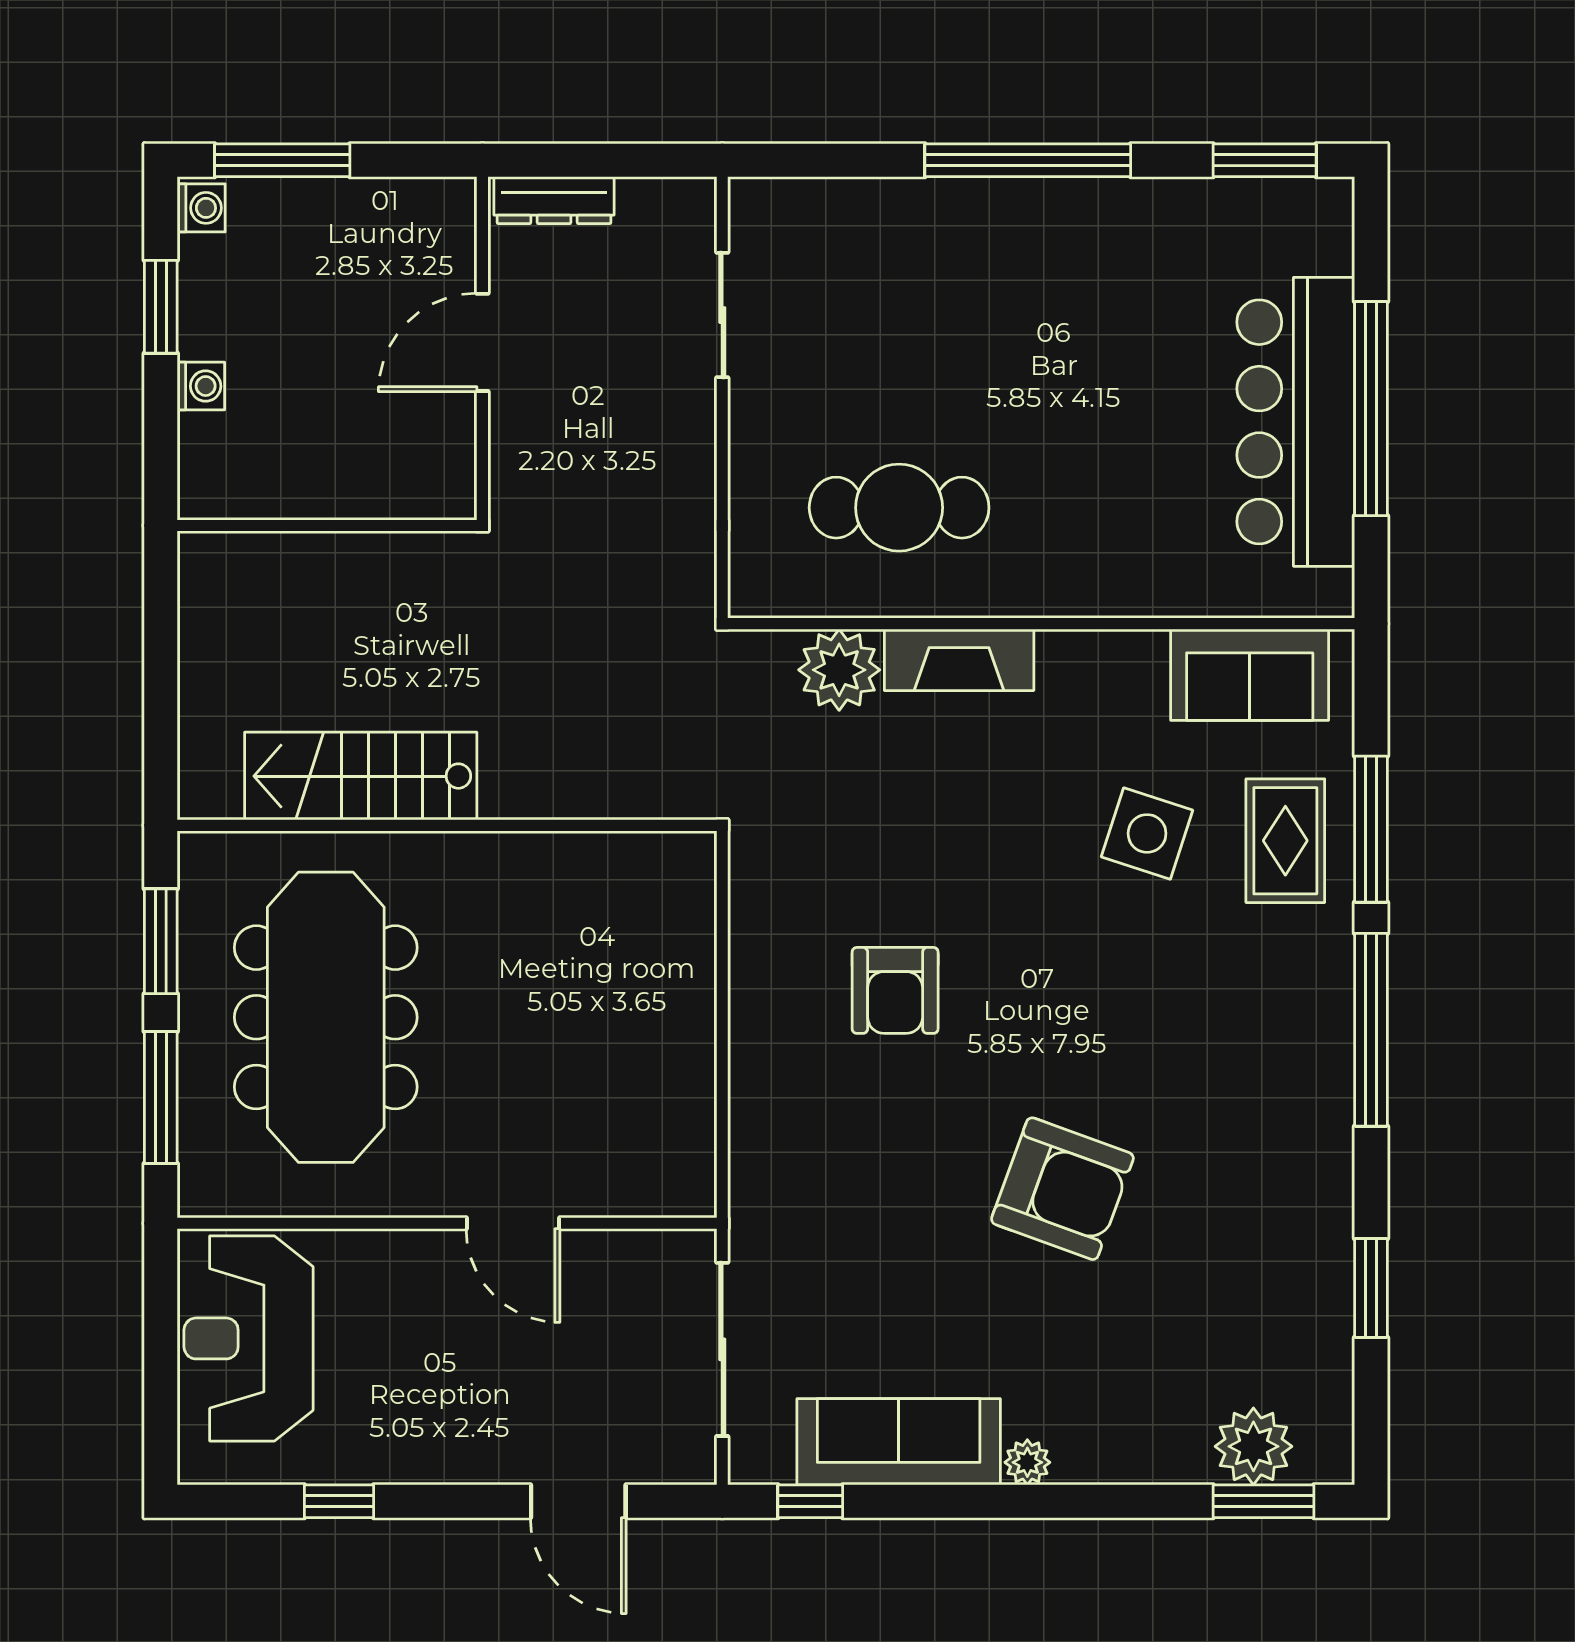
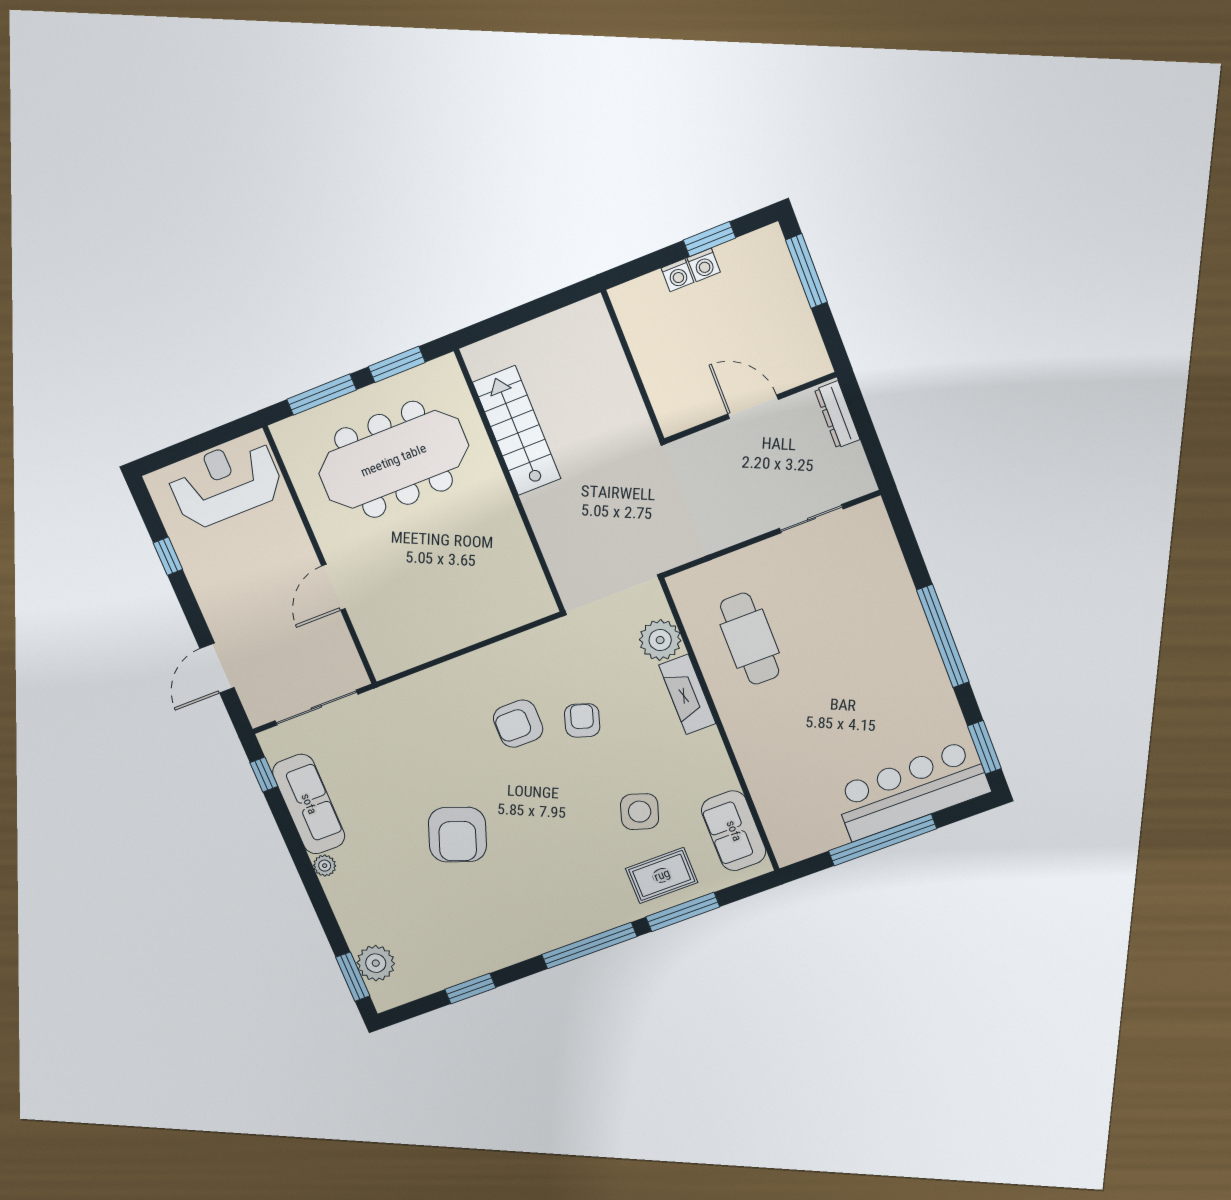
washing machine: (201, 208) -> (704, 265), moved
bar counter: (1296, 422) -> (912, 790), moved
armchair: (934, 871) -> (582, 720), added

